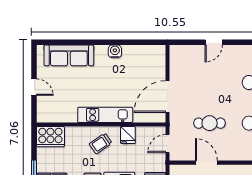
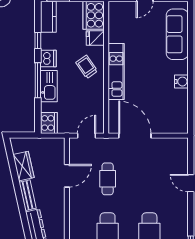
fridge: (128, 135) -> (95, 38), moved
door: (167, 144) -> (87, 136), hinge flipped

